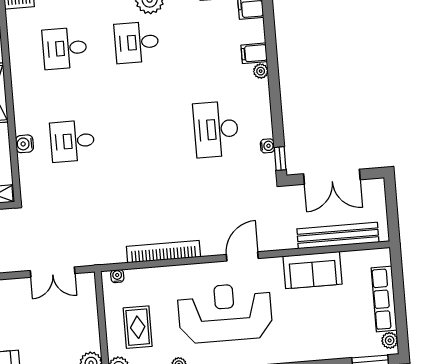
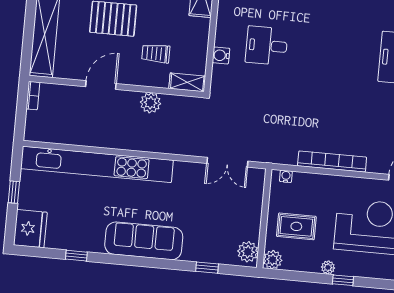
water cooler: (25, 144) -> (221, 55), moved
rug: (138, 327) -> (296, 226), turned 90

